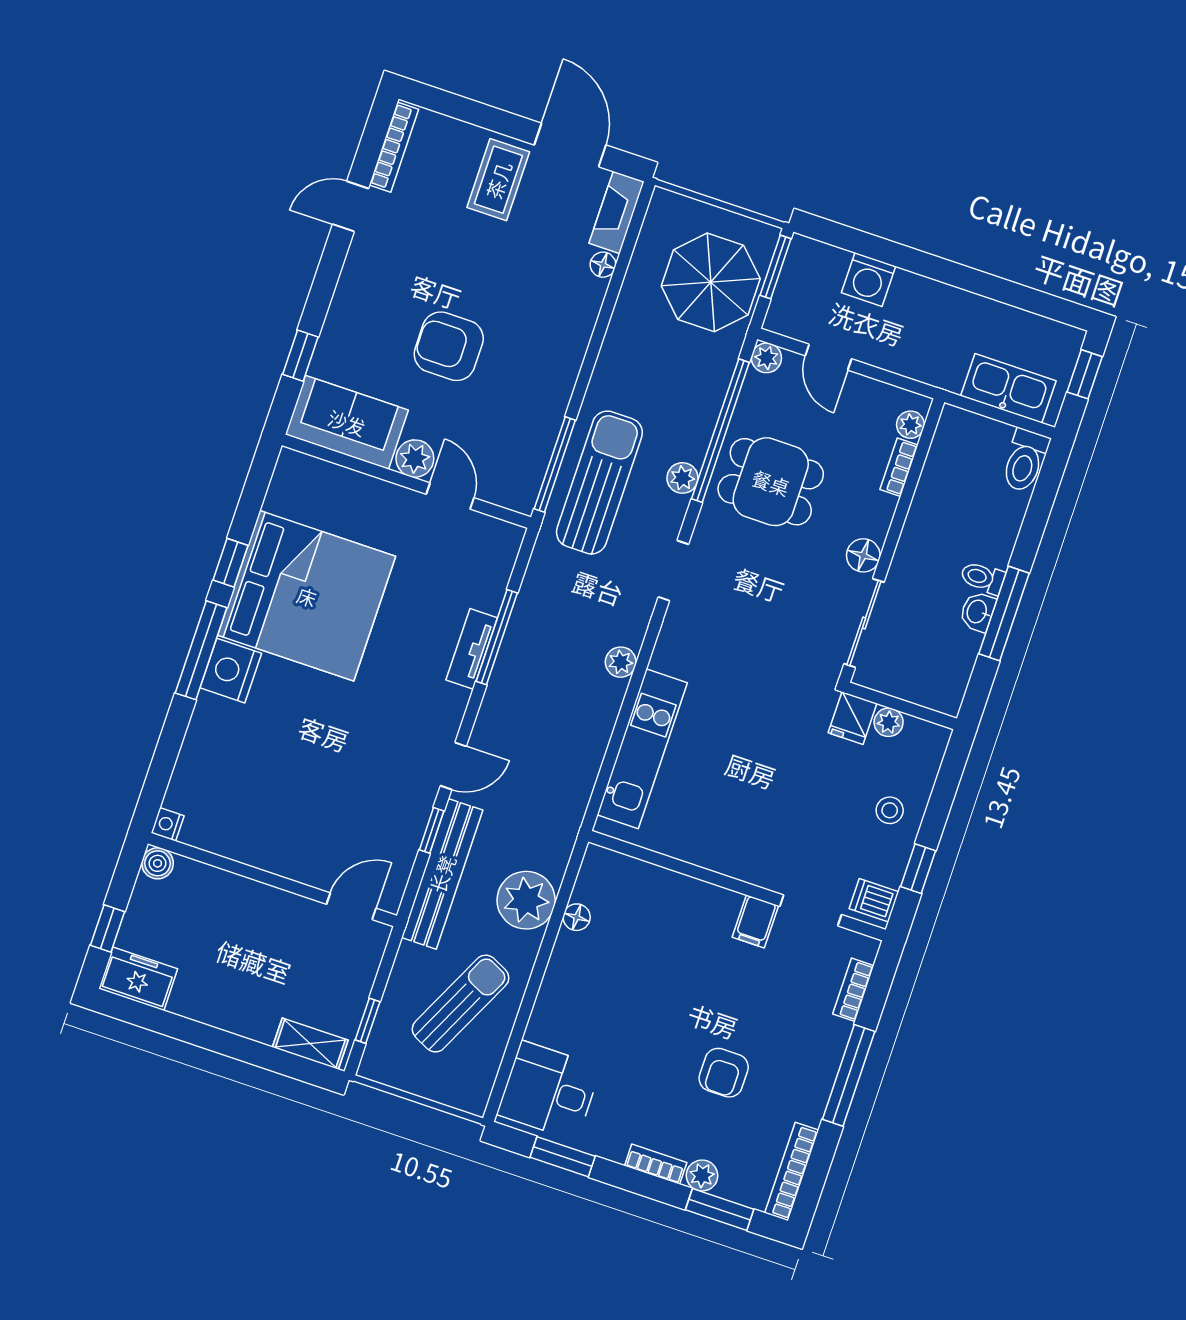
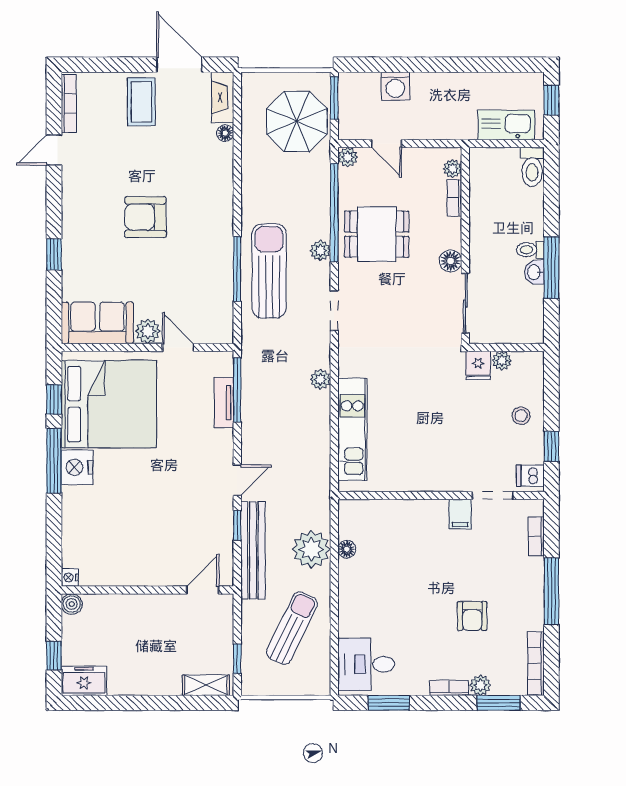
sofa: (347, 422) -> (97, 323), moved
plant: (415, 459) -> (148, 331), moved
wall: (406, 481) -> (147, 347), moved
door: (450, 496) -> (178, 347), moved

